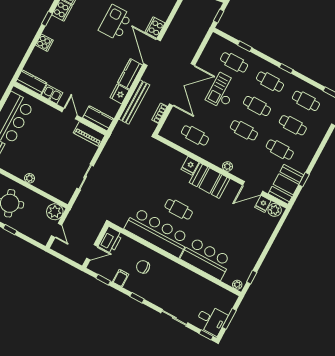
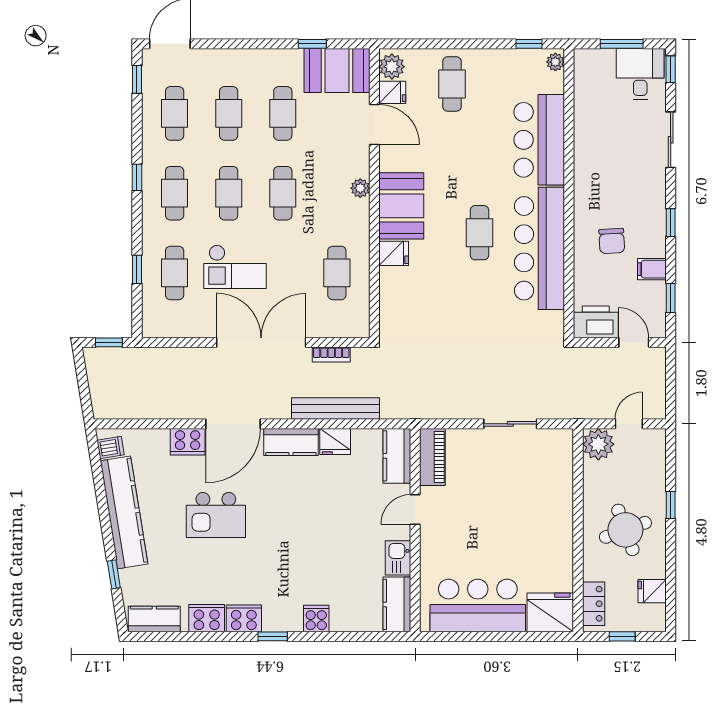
plant: (29, 178) -> (564, 519), removed
cafe table: (252, 233) -> (452, 84), added

